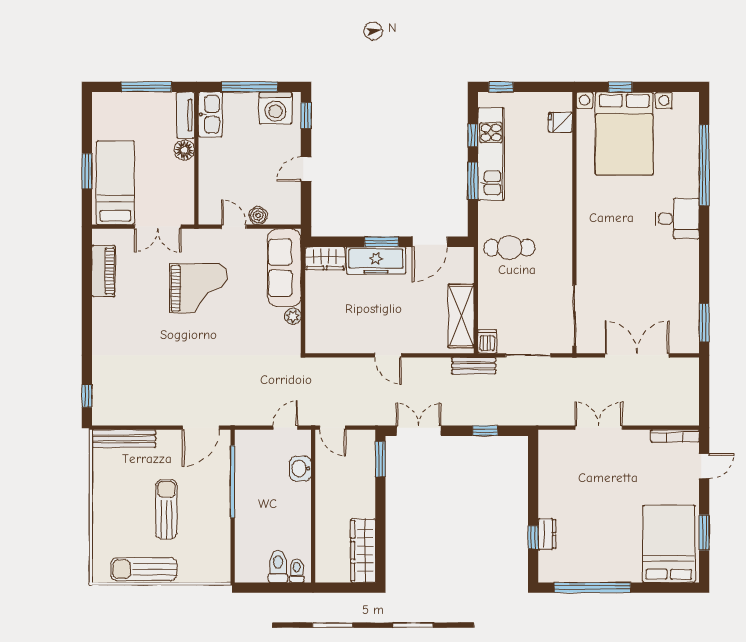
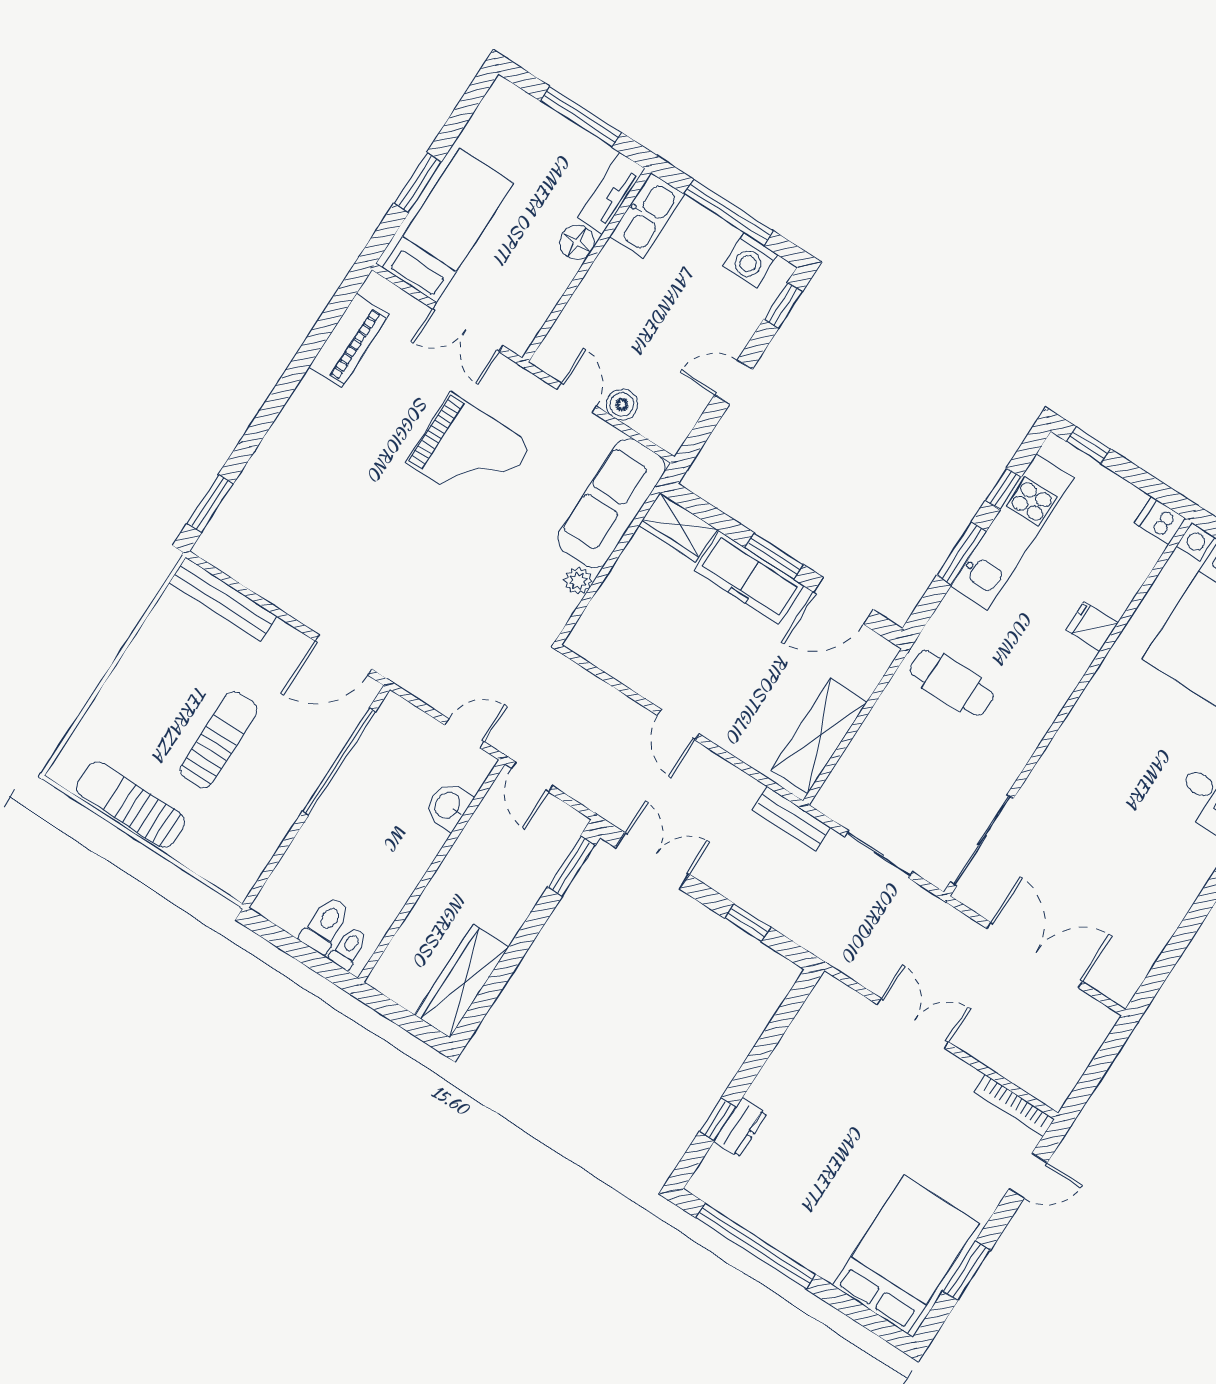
washing machine: (275, 108) -> (750, 260), width x0.73, depth x0.73
fridge: (560, 122) -> (1092, 626), moved
window: (704, 323) -> (1161, 971), removed
dishwasher: (487, 341) -> (1160, 521), moved, turned -90
window: (87, 396) -> (210, 504), width x1.50

